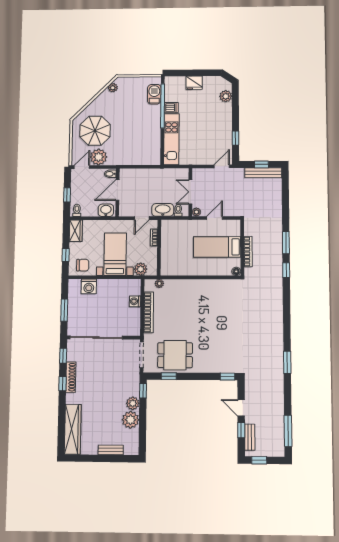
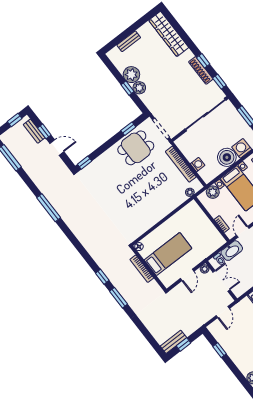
door: (222, 166) -> (223, 312), moved
bench: (263, 173) -> (173, 342), width x0.73
boiler: (107, 288) -> (227, 157), added
window: (287, 362) -> (49, 208), width x1.44
window: (143, 391) -> (127, 88), moved

